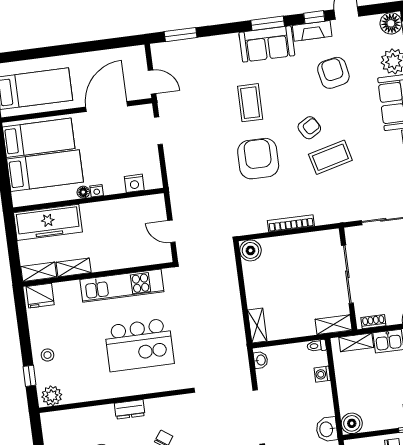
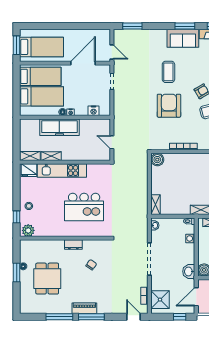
freezer: (48, 222) -> (59, 127), moved
kitchen unit: (122, 286) -> (62, 171), moved

